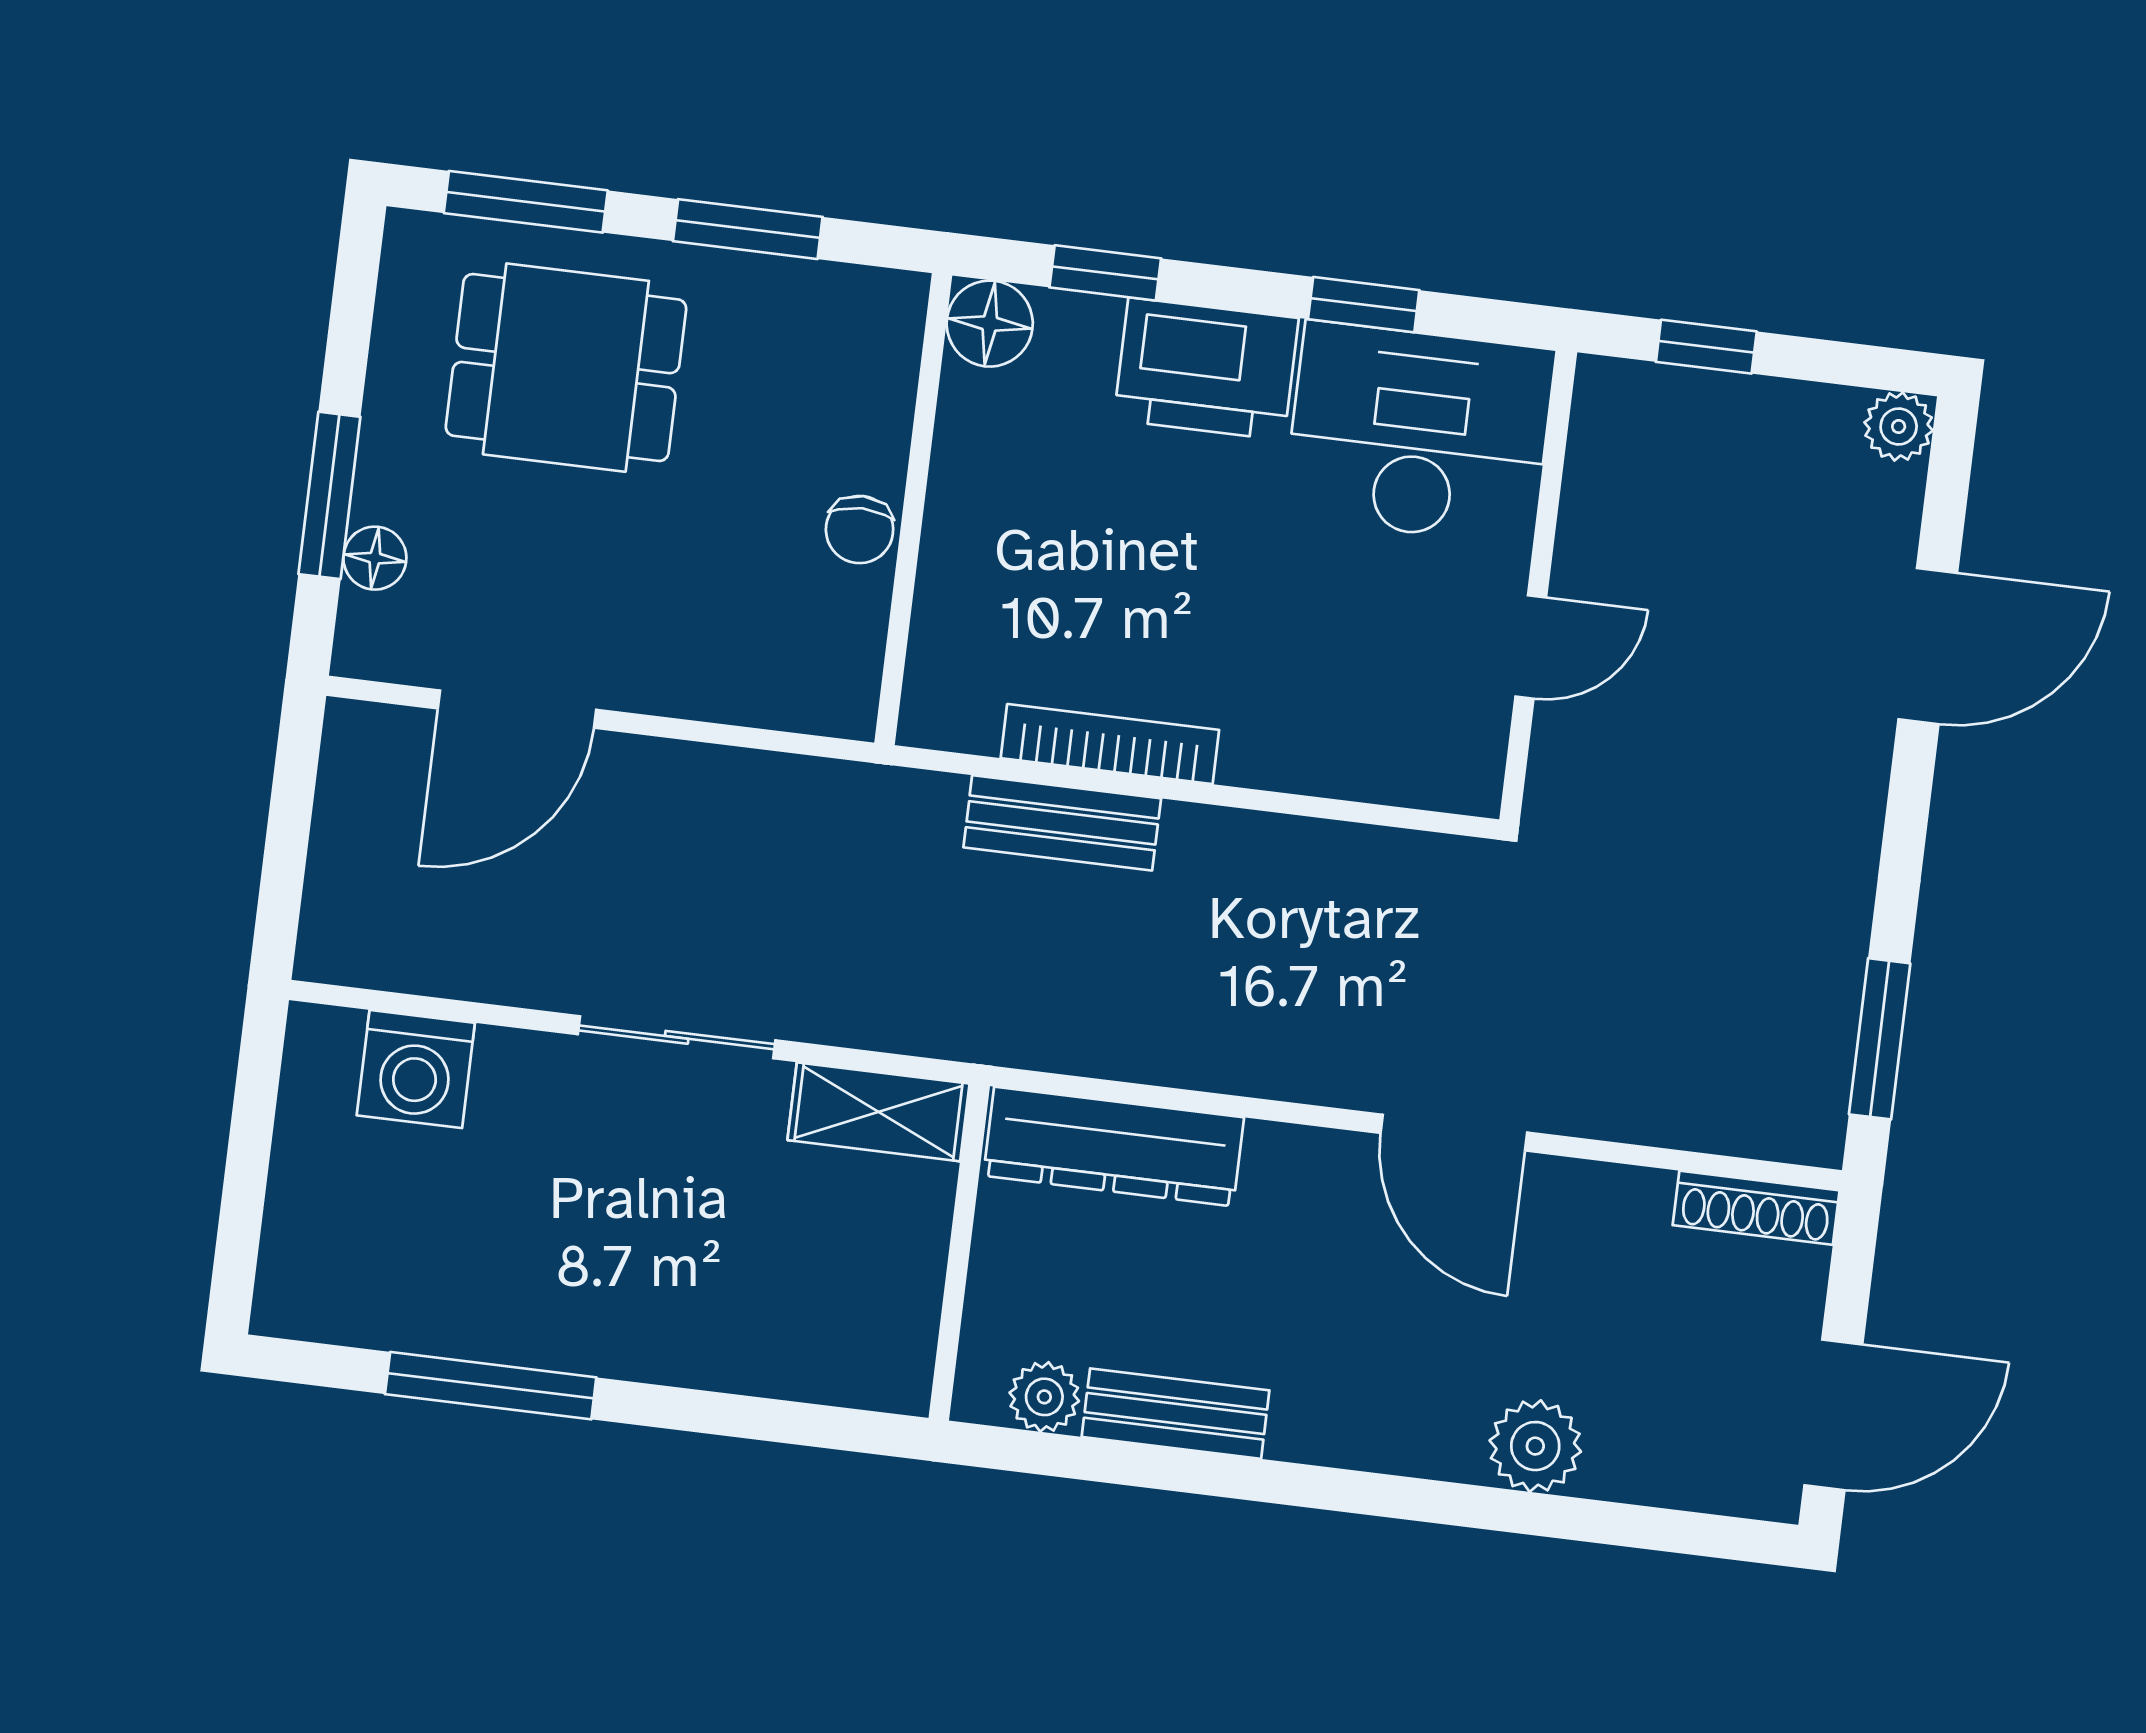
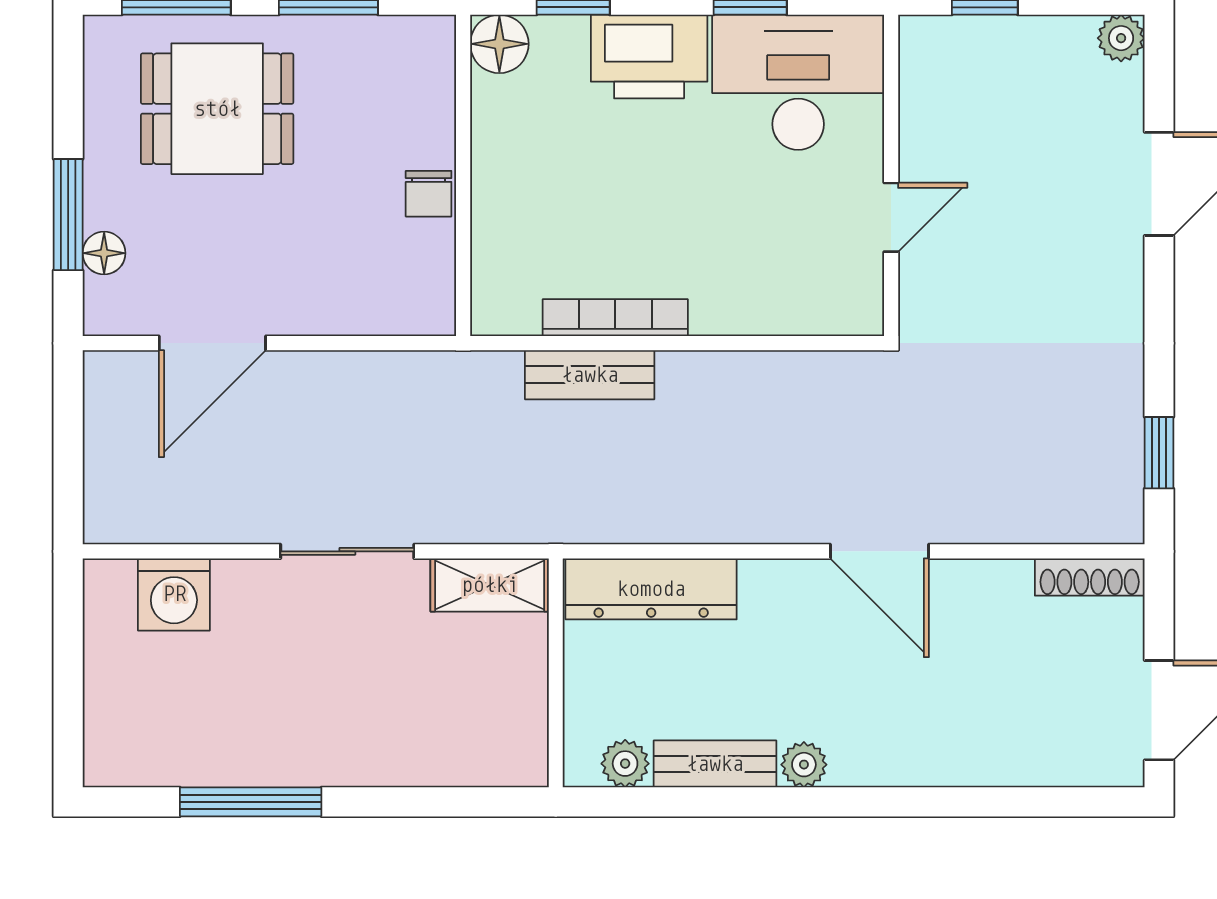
window: (1880, 1039) -> (1159, 453), width x0.67
plant: (1535, 1446) -> (804, 765), moved, width x0.73, depth x0.73

